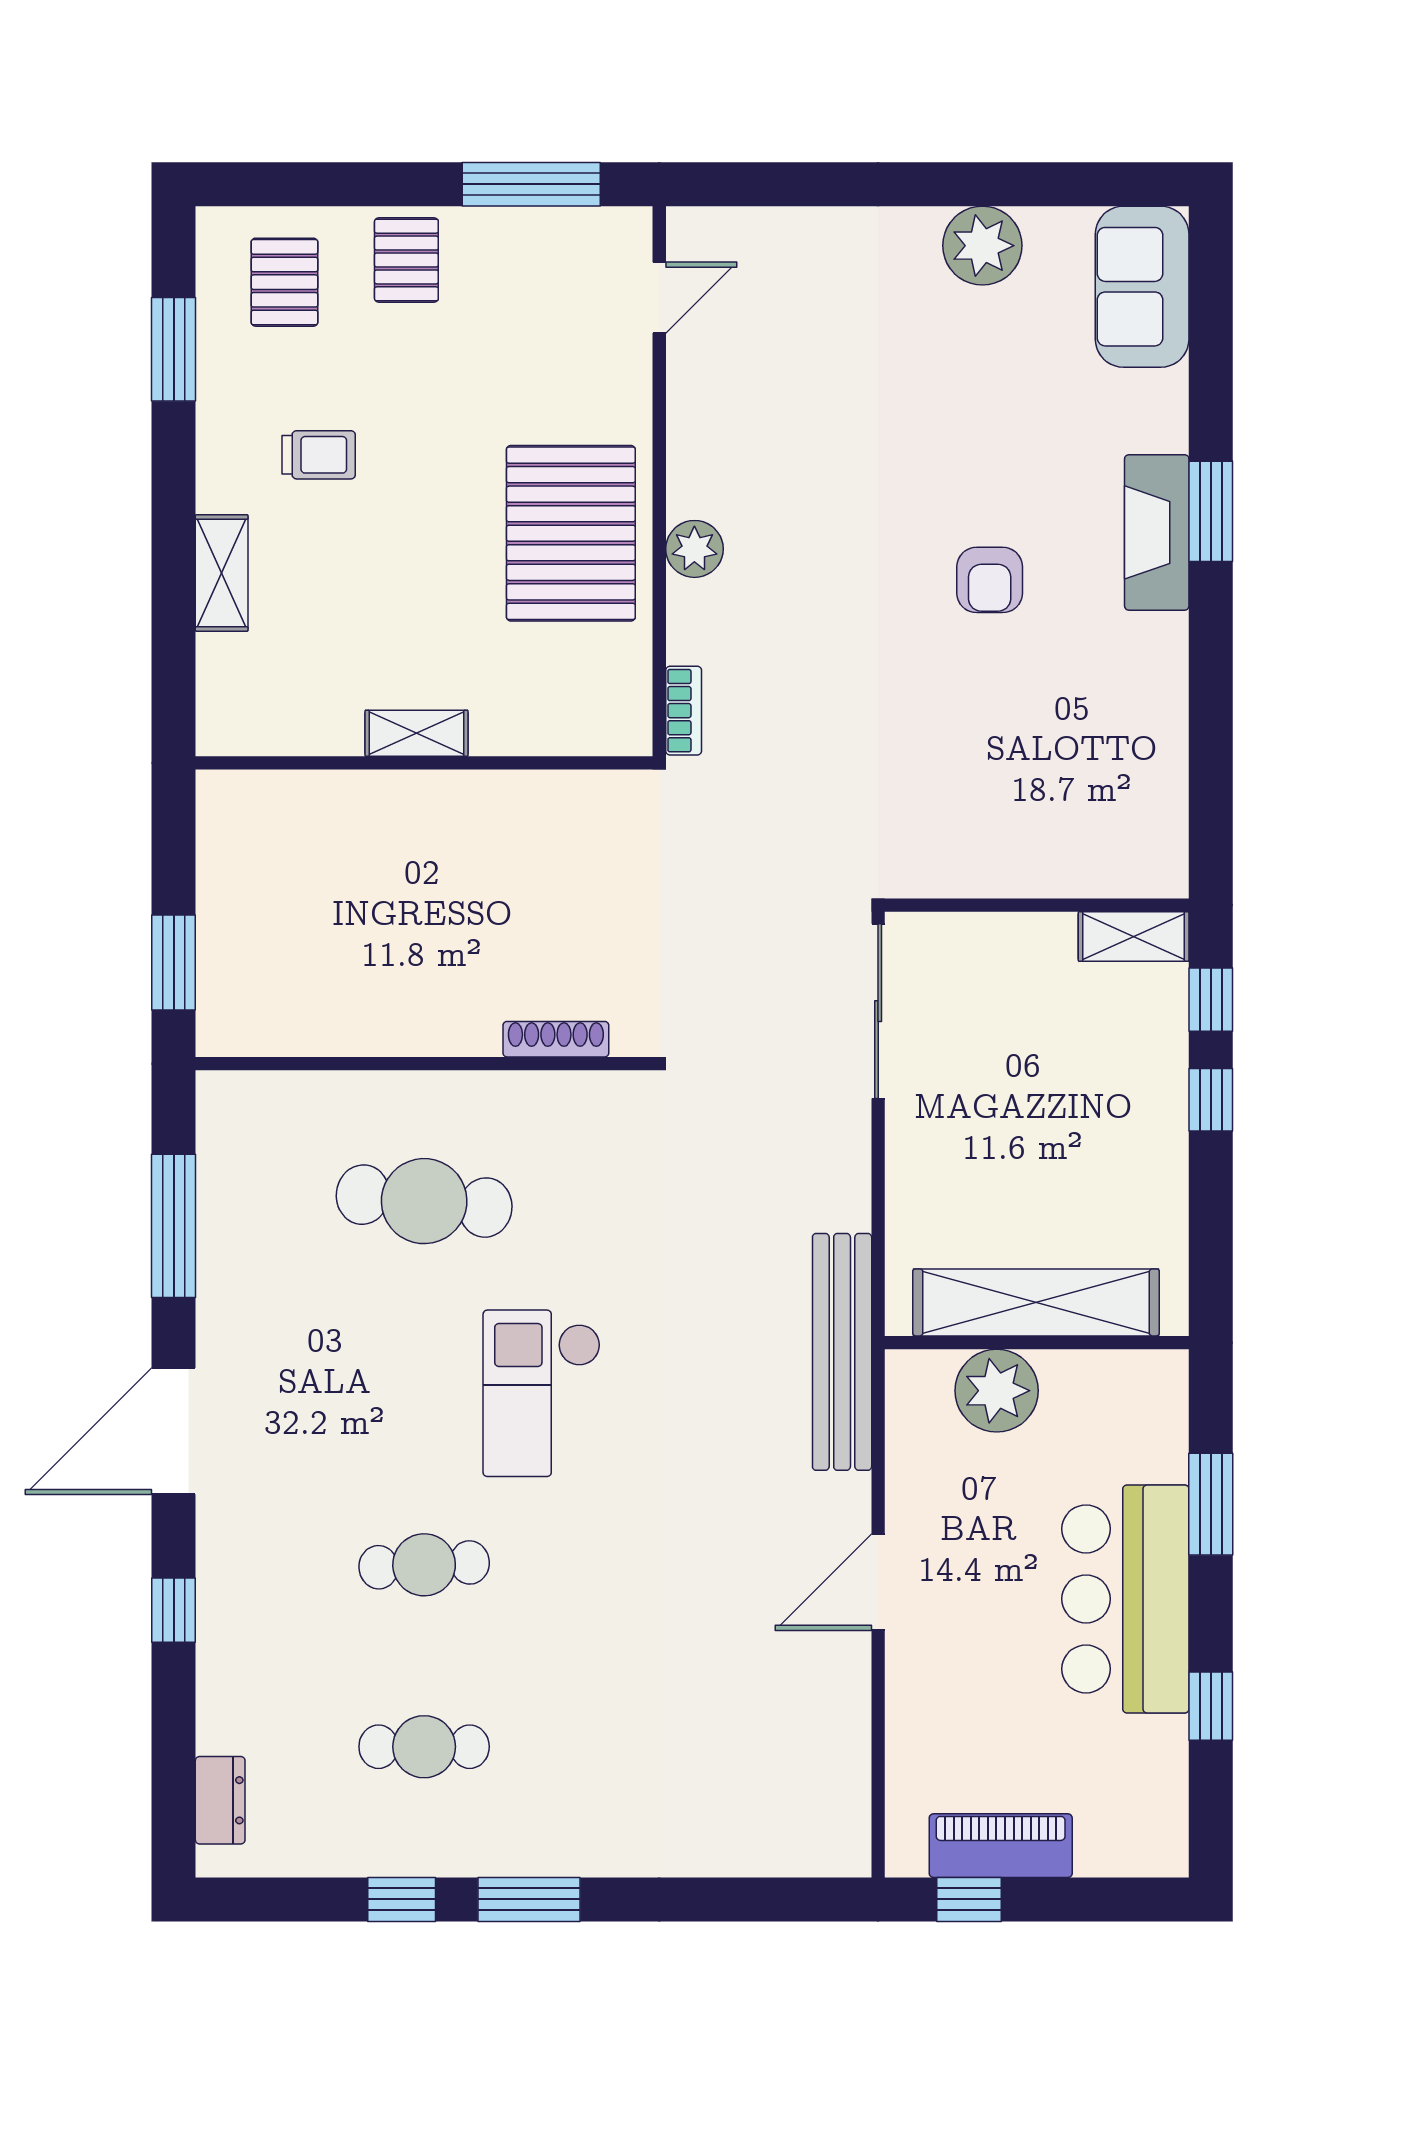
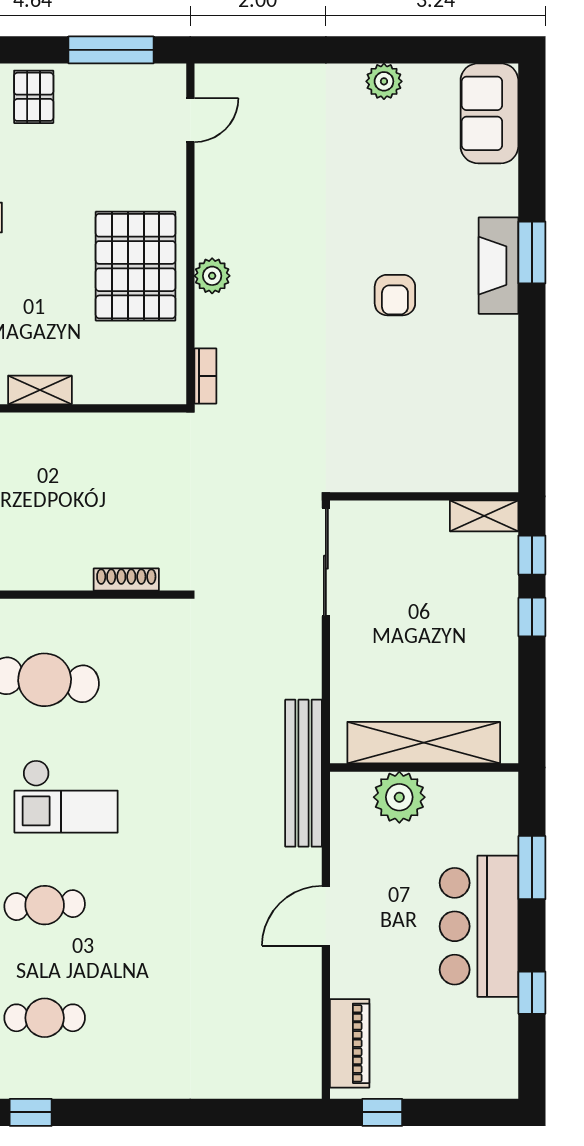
plant: (982, 246) -> (384, 81), width x0.73, depth x0.73
checkout: (542, 1393) -> (66, 796), moved, turned -90
piano: (1001, 1846) -> (350, 1043), moved, turned 90
window: (529, 1899) -> (110, 1112), removed

